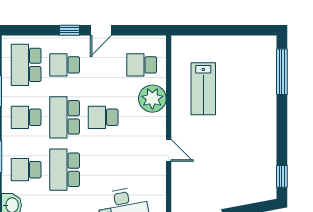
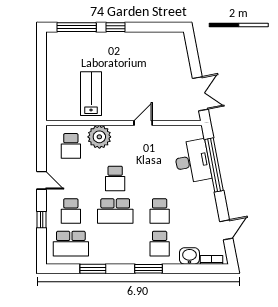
window: (70, 30) -> (41, 220), moved
lab bench: (203, 89) -> (91, 94), turned -90
school desk: (26, 117) -> (115, 244), removed
school desk: (65, 170) -> (160, 211), width x0.54
window: (282, 176) -> (115, 27), moved

